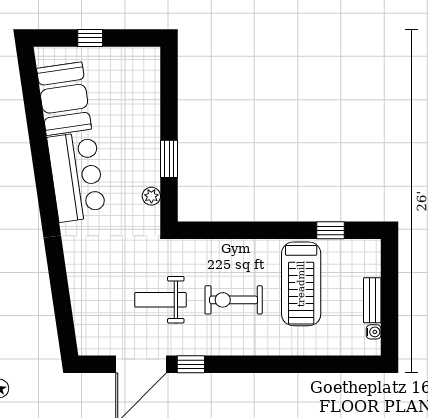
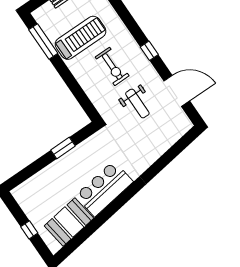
plant: (151, 196) -> (88, 144), removed
window: (330, 230) -> (43, 41), width x2.17
window: (191, 364) -> (149, 51), moved

